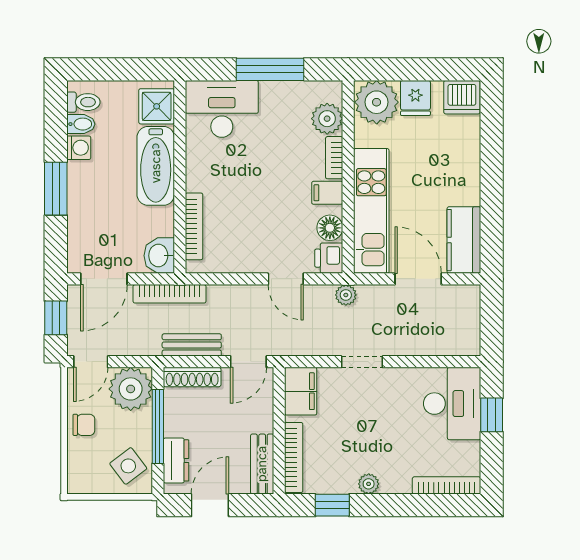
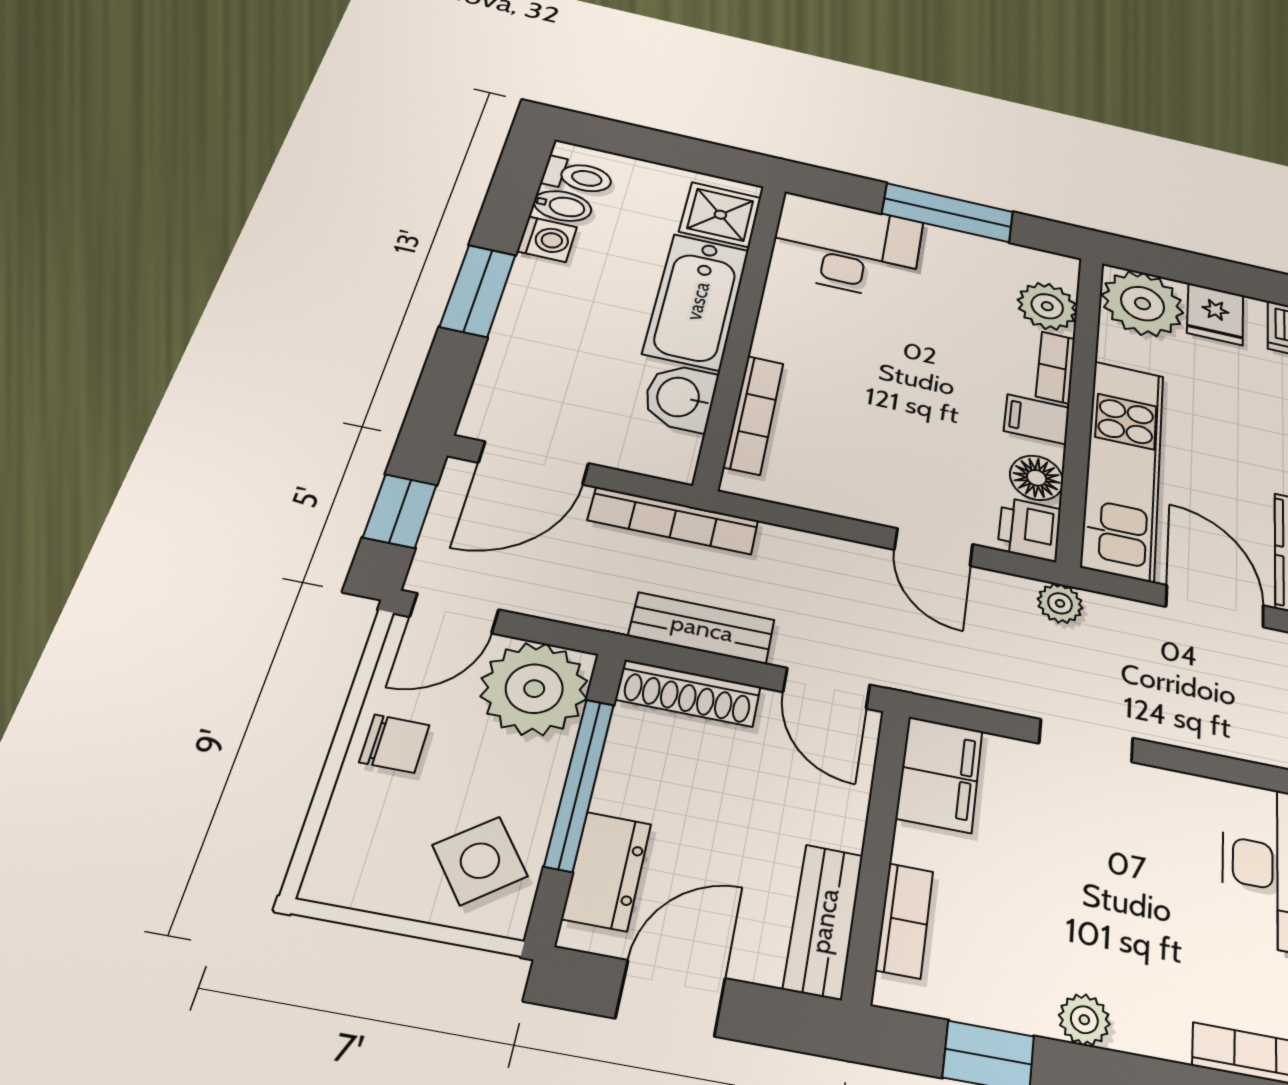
washbasin: (159, 256) -> (680, 397), moved
door: (248, 362) -> (827, 688), hinge flipped
bookcase: (294, 457) -> (904, 920), width x0.64

